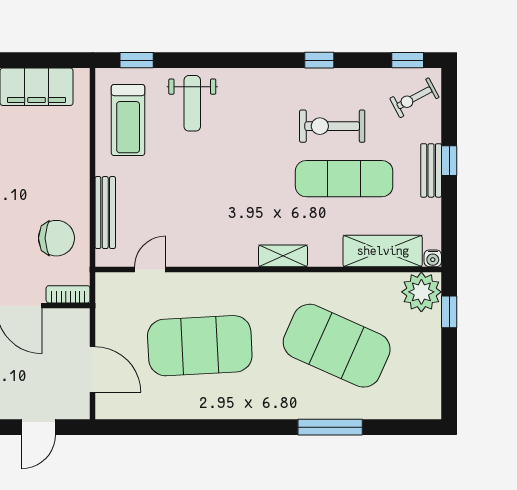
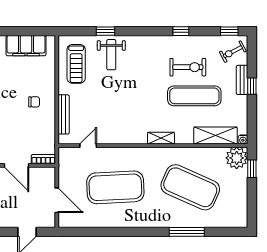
window: (137, 60) -> (106, 31), moved
exercise bike: (332, 126) -> (188, 67), turned 180
bench: (431, 170) -> (242, 80), moved
chair: (56, 238) -> (34, 102), moved, width x0.54, depth x0.54

